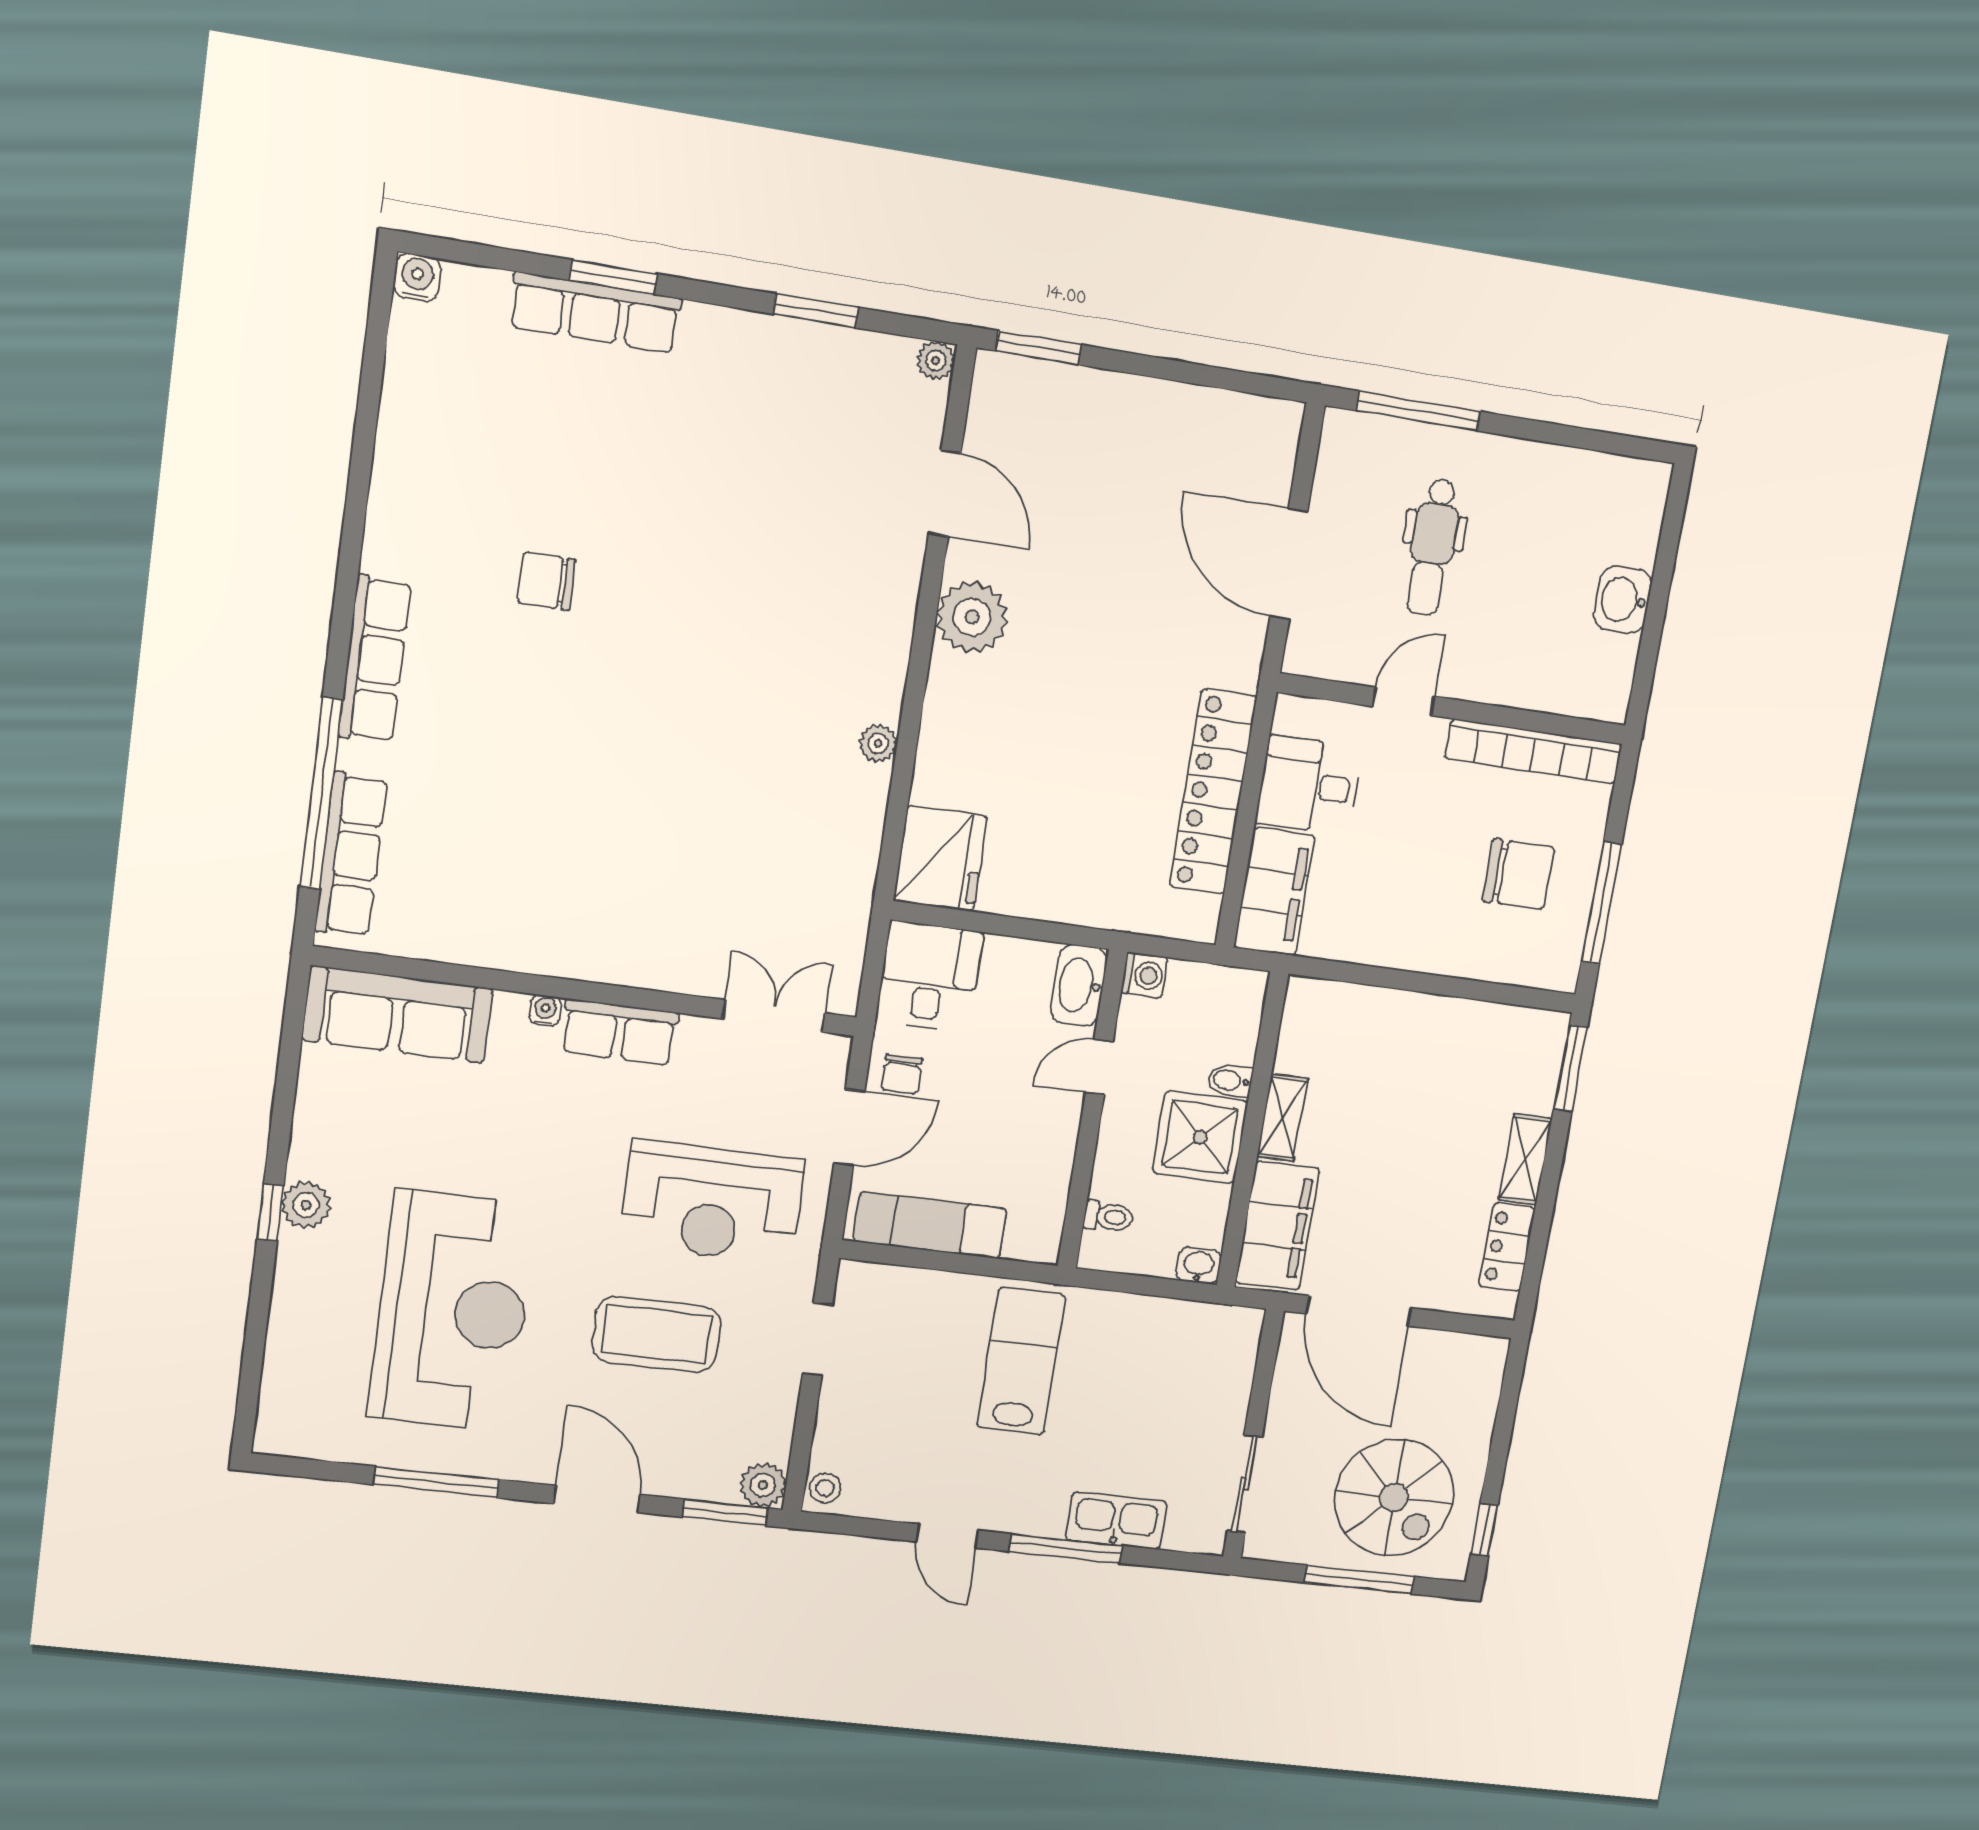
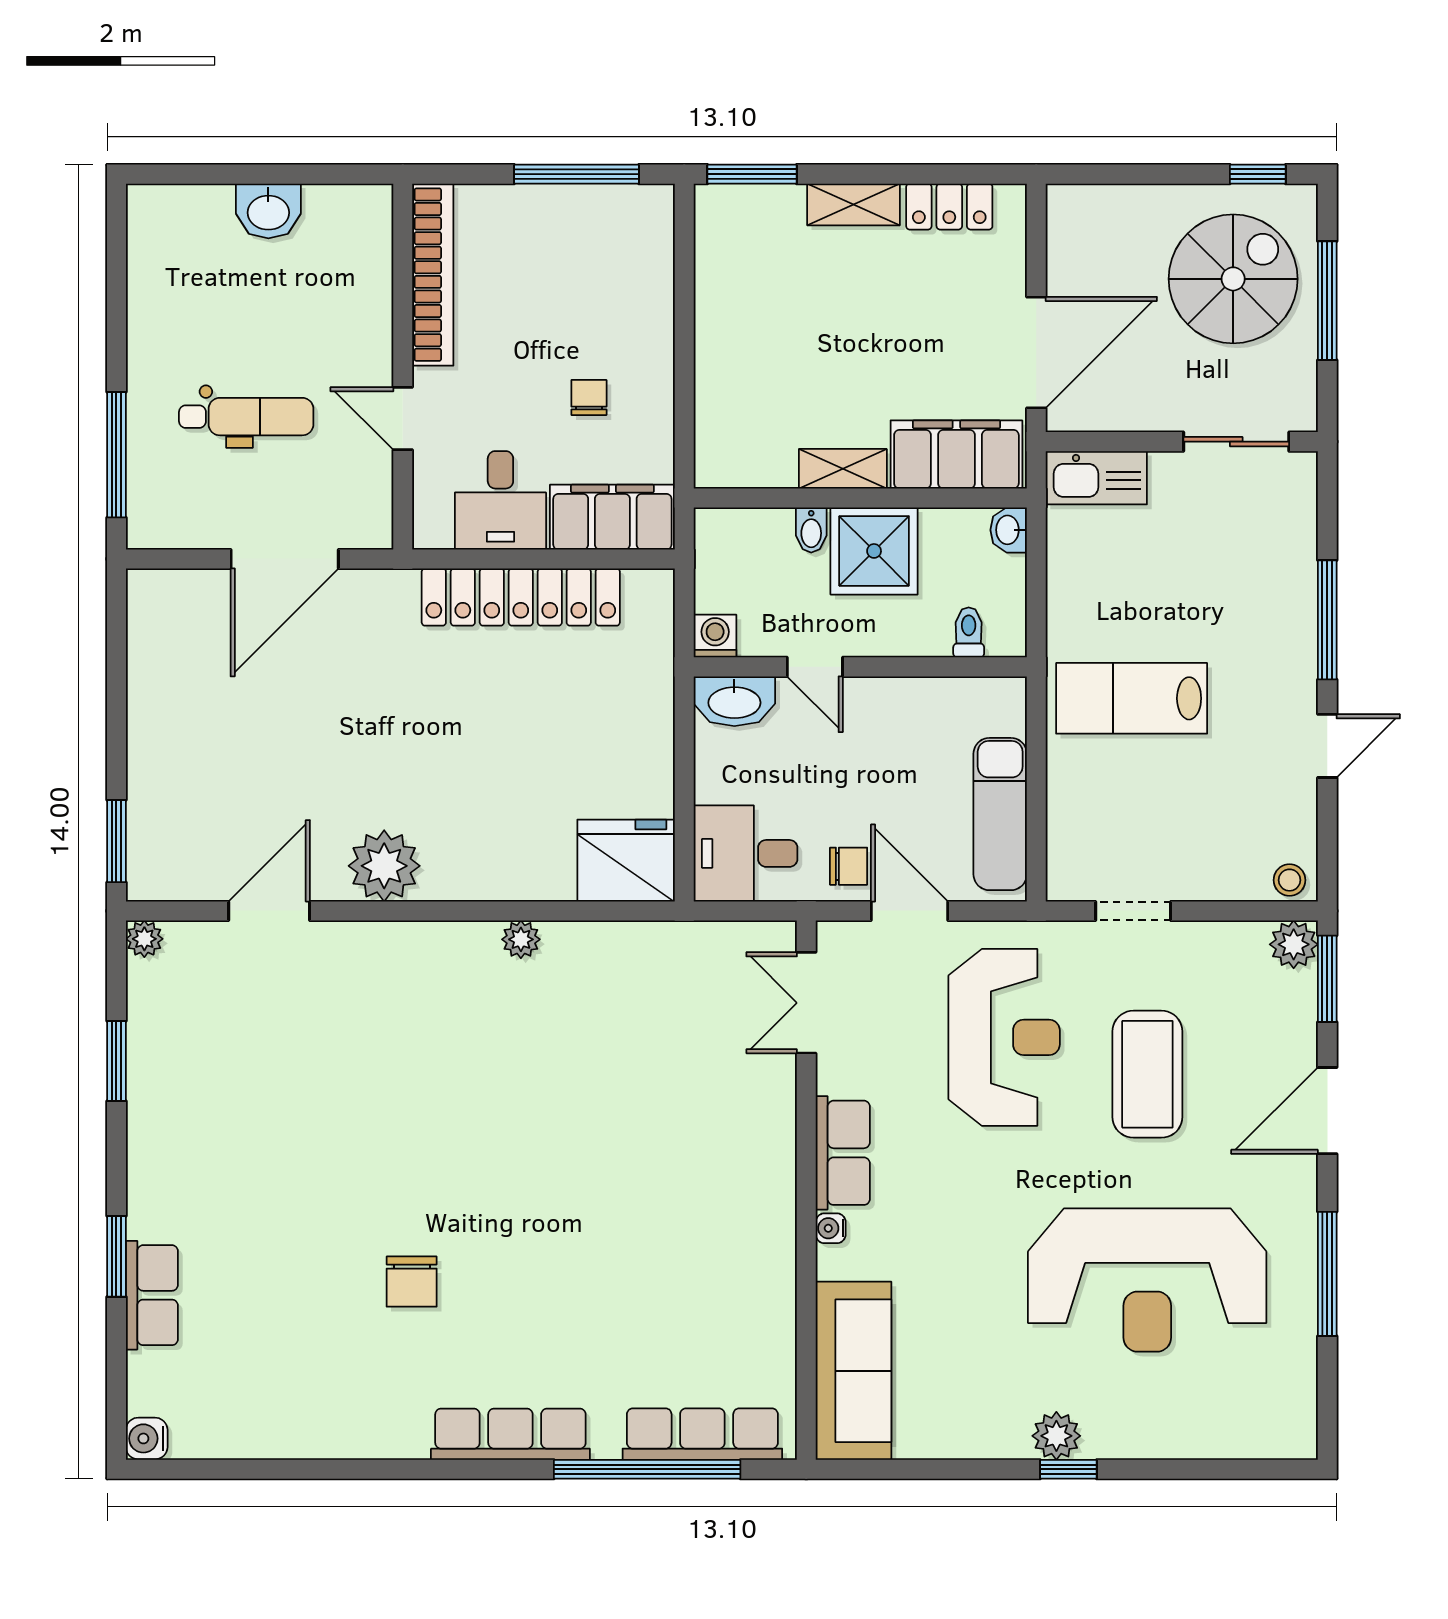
row of seats: (595, 312) -> (152, 1295), width x0.68
chair: (1518, 874) -> (589, 397), moved, width x0.54, depth x0.54
reception desk: (452, 1311) -> (1147, 1280), turned 180
kitchen sink: (1116, 1521) -> (1096, 478), moved, turned -90

